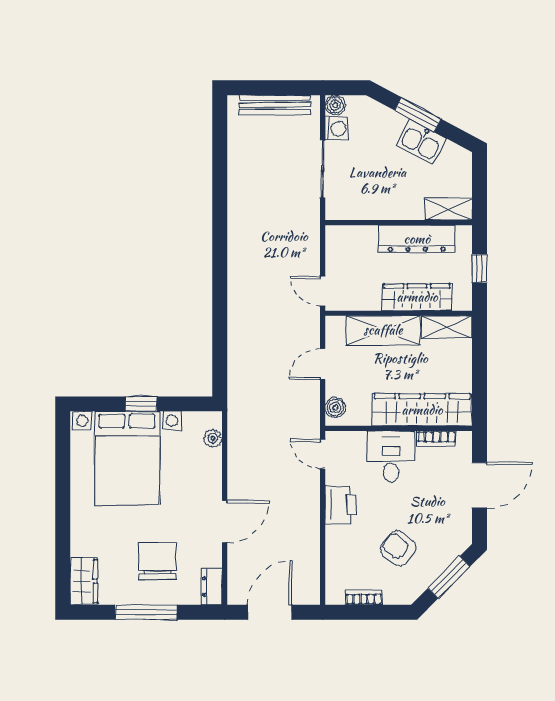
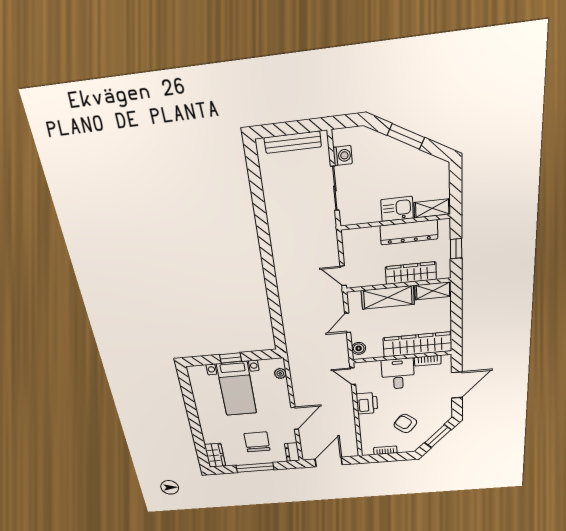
boiler: (335, 105) -> (340, 137), removed
kitchen sink: (421, 142) -> (397, 209), moved, turned 152
bed with nightstands: (127, 458) -> (237, 389), width x0.73

